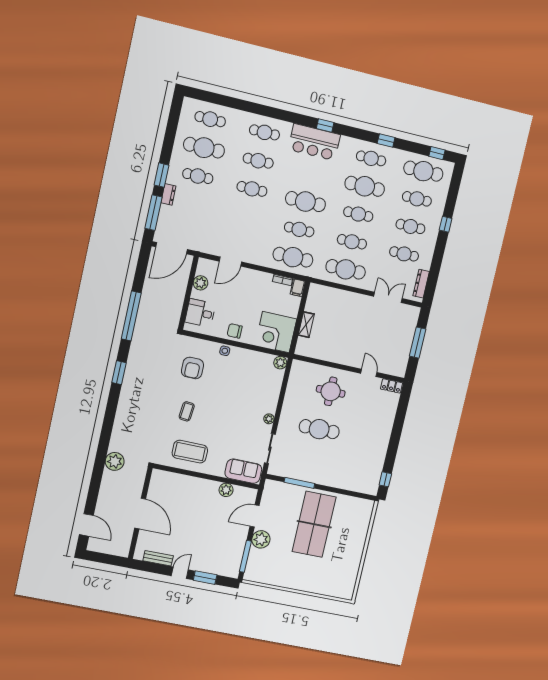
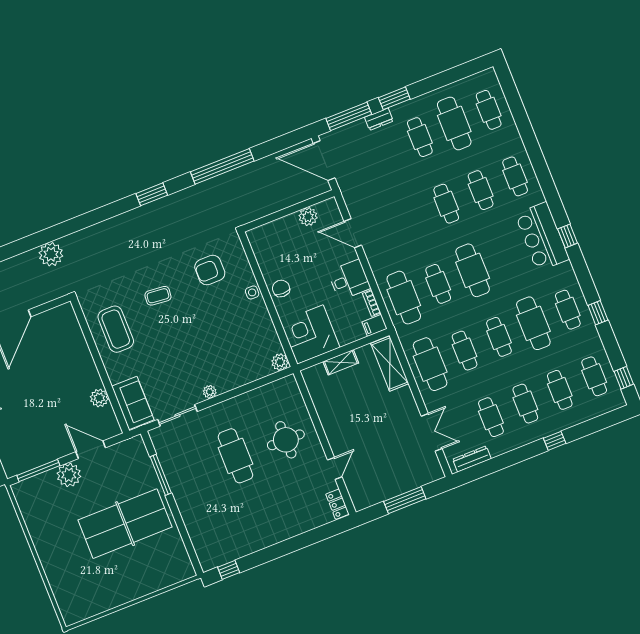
cafe table: (423, 171) -> (594, 376), width x0.73, depth x0.74
shelving: (328, 294) -> (390, 363), added
desk: (200, 313) -> (349, 280), moved, turned 90

